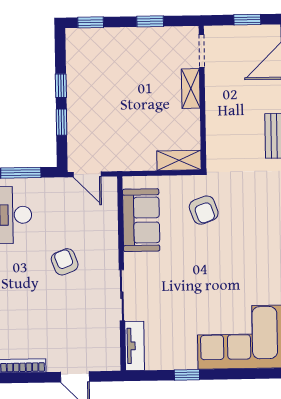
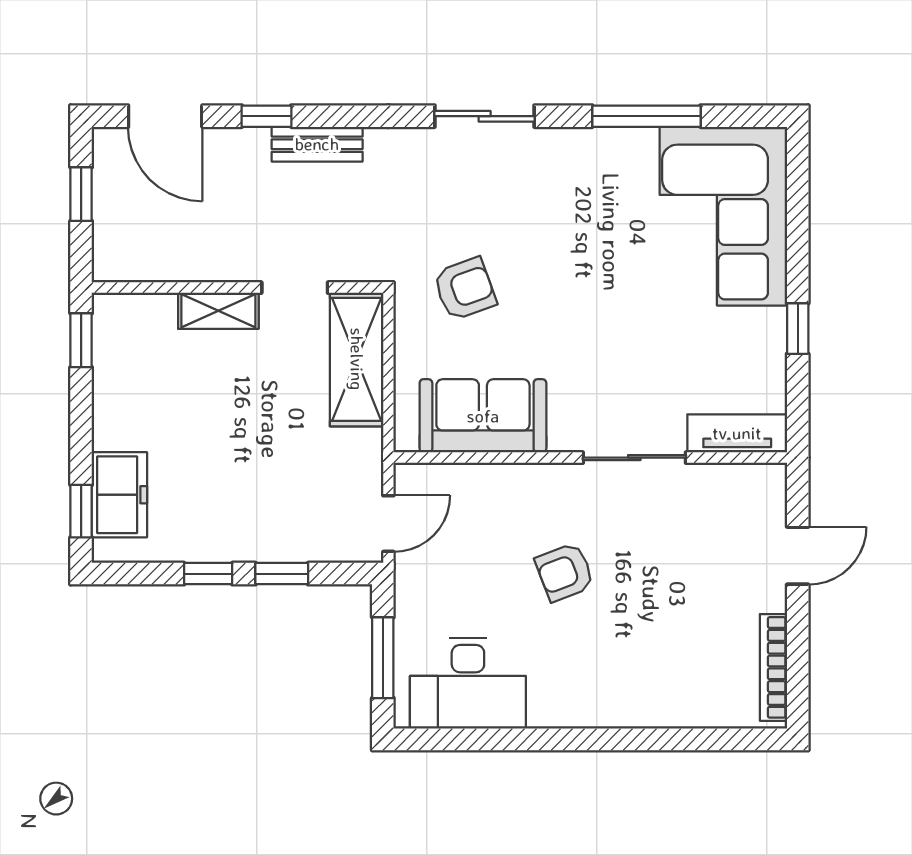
window: (150, 21) -> (81, 340), moved
freezer: (99, 41) -> (119, 495), added
doorway: (202, 51) -> (295, 288), moved
shelving: (179, 160) -> (357, 359), width x1.50, depth x1.33

